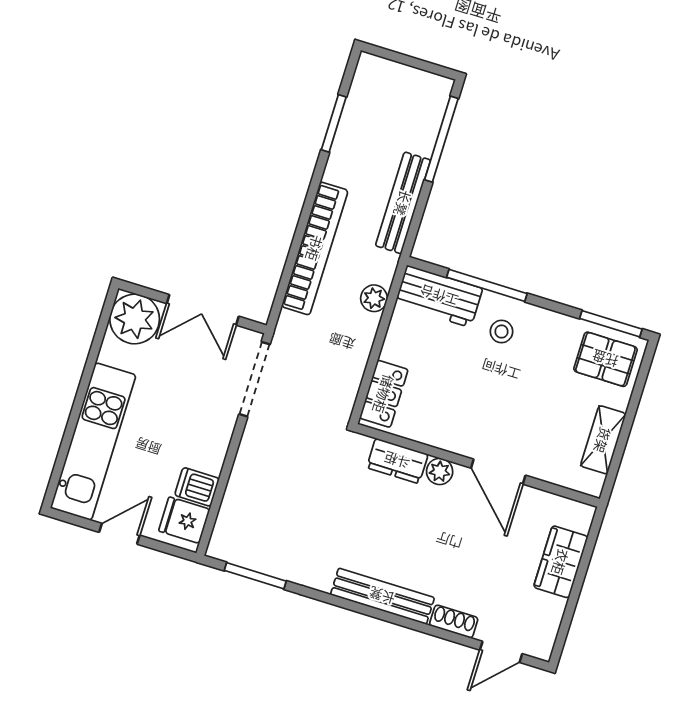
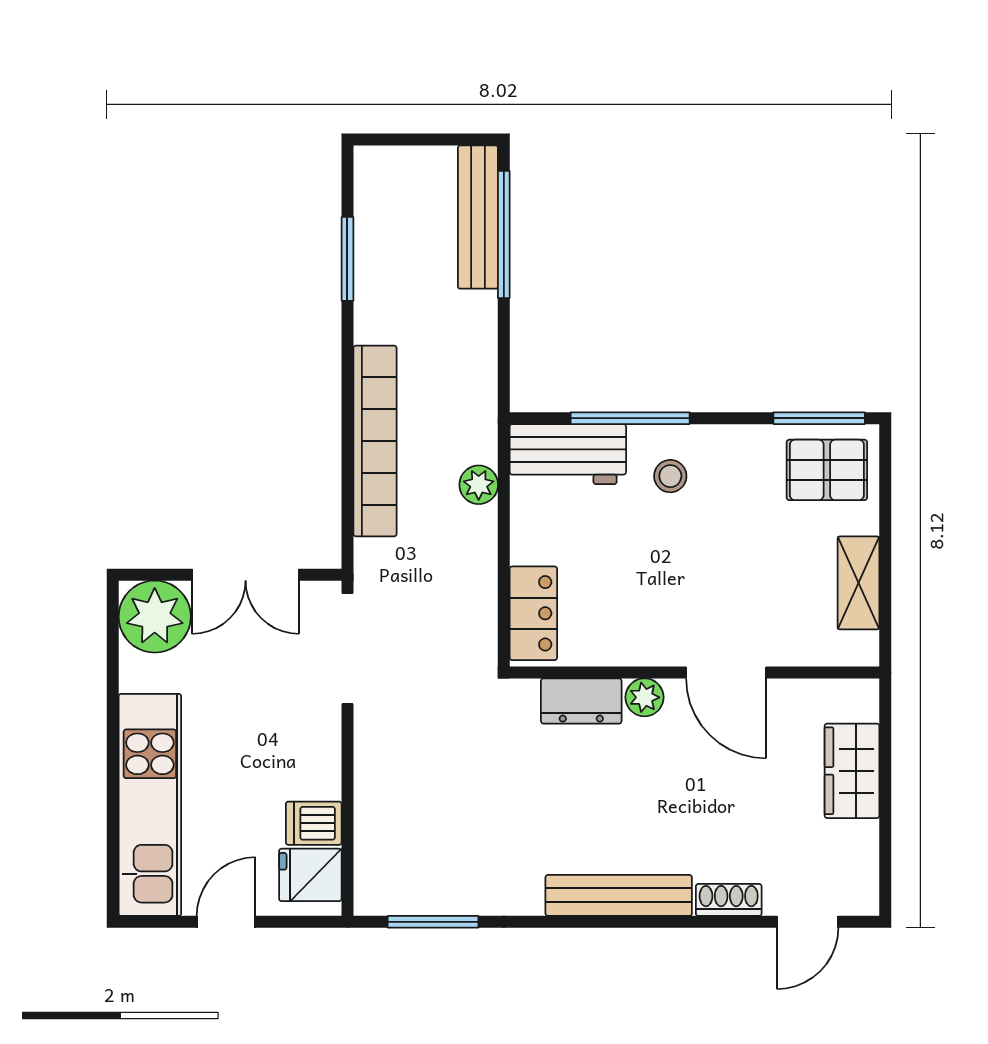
bench: (403, 203) -> (478, 217), moved

